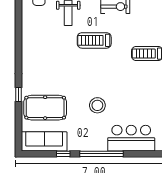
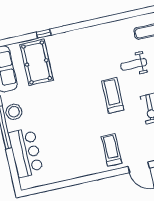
stool: (97, 105) -> (14, 112), moved

